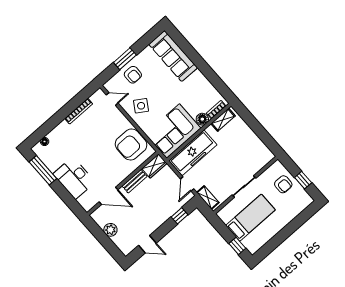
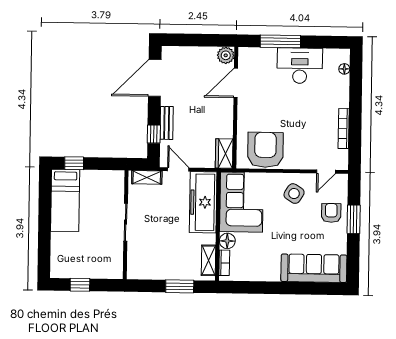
armchair: (133, 75) -> (331, 213), turned 90
window: (253, 123) -> (180, 286), added
window: (43, 170) -> (280, 41), moved
desk: (74, 178) -> (300, 66), moved
bench: (135, 181) -> (167, 123), moved
armchair: (283, 184) -> (93, 262), removed
bed: (250, 218) -> (65, 200), moved
plant: (110, 230) -> (226, 55), moved
door: (147, 244) -> (155, 78), width x1.88

